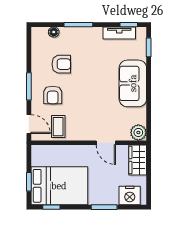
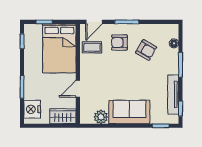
tv unit: (119, 33) -> (173, 94), width x1.41
armchair: (61, 64) -> (146, 50), turned -60
plant: (138, 132) -> (101, 117), moved
bed: (59, 186) -> (59, 48), moved

